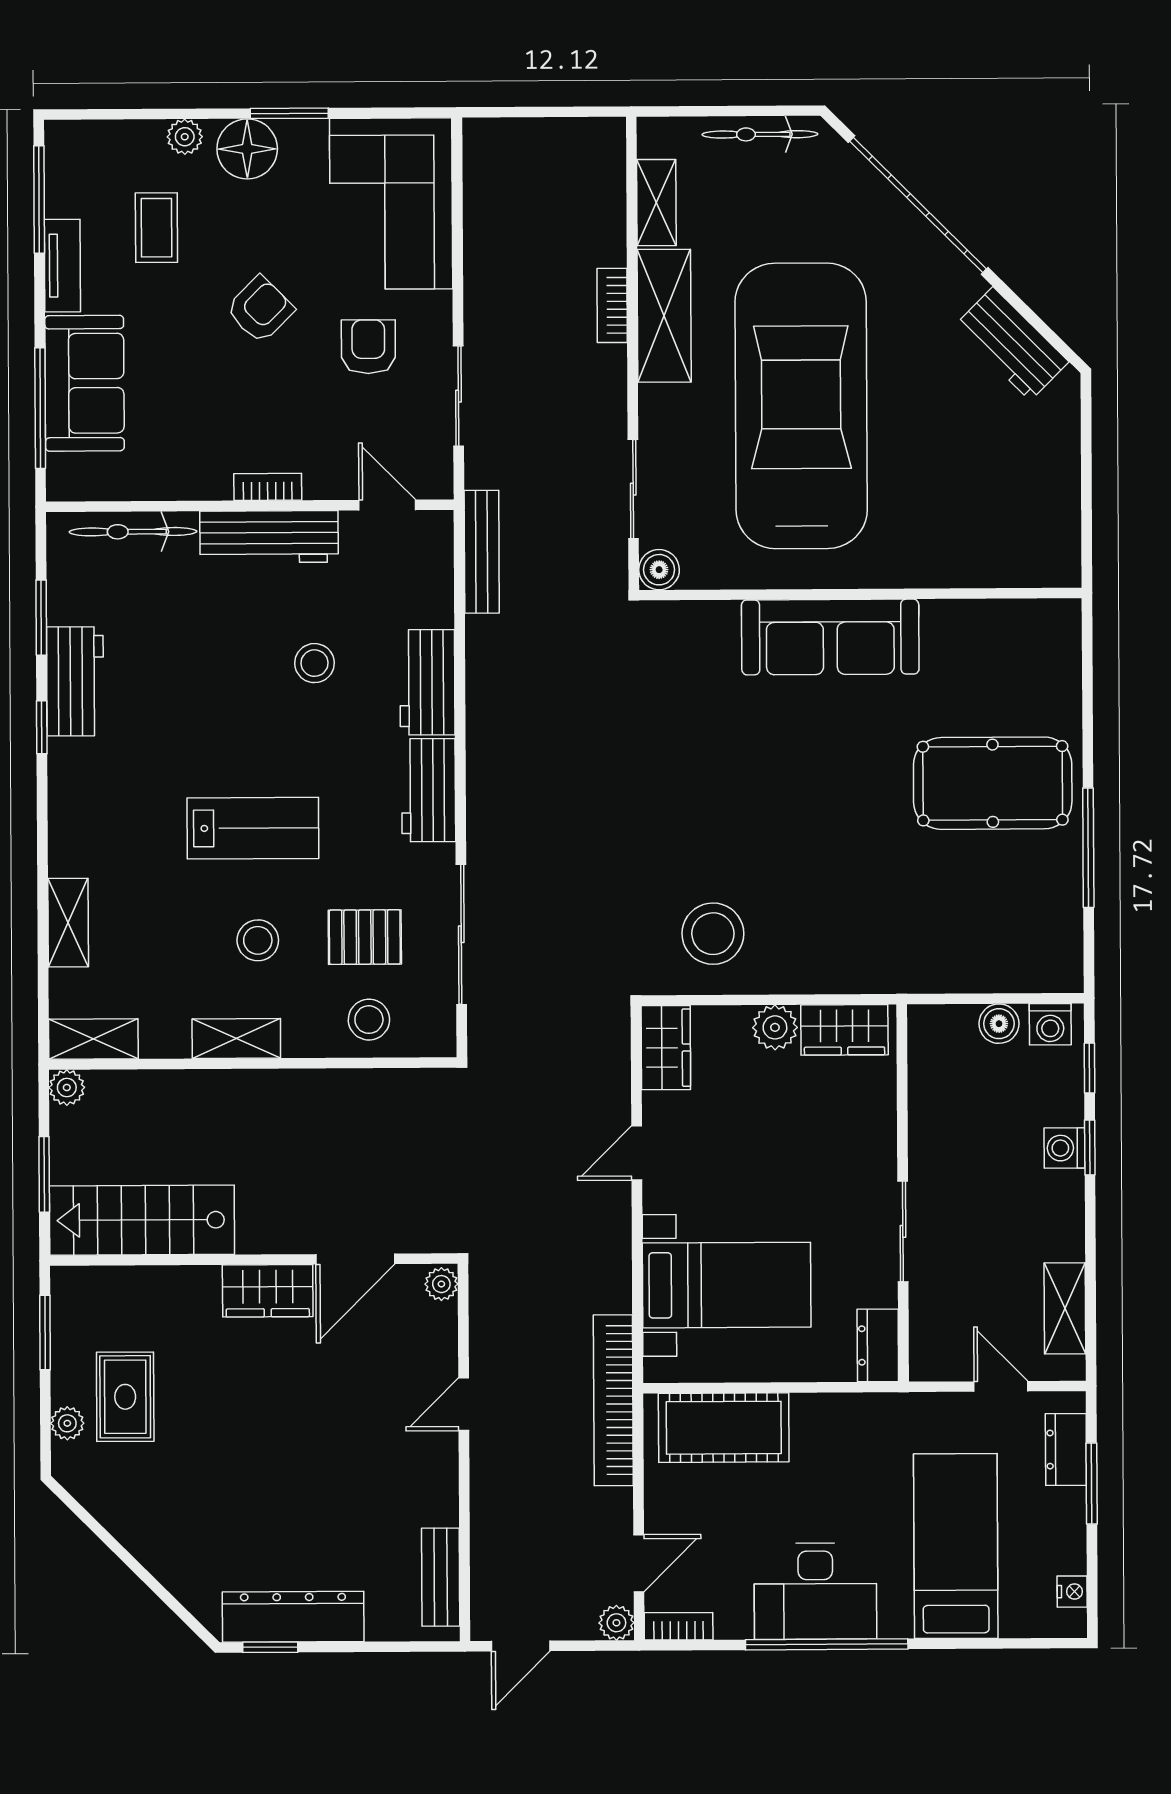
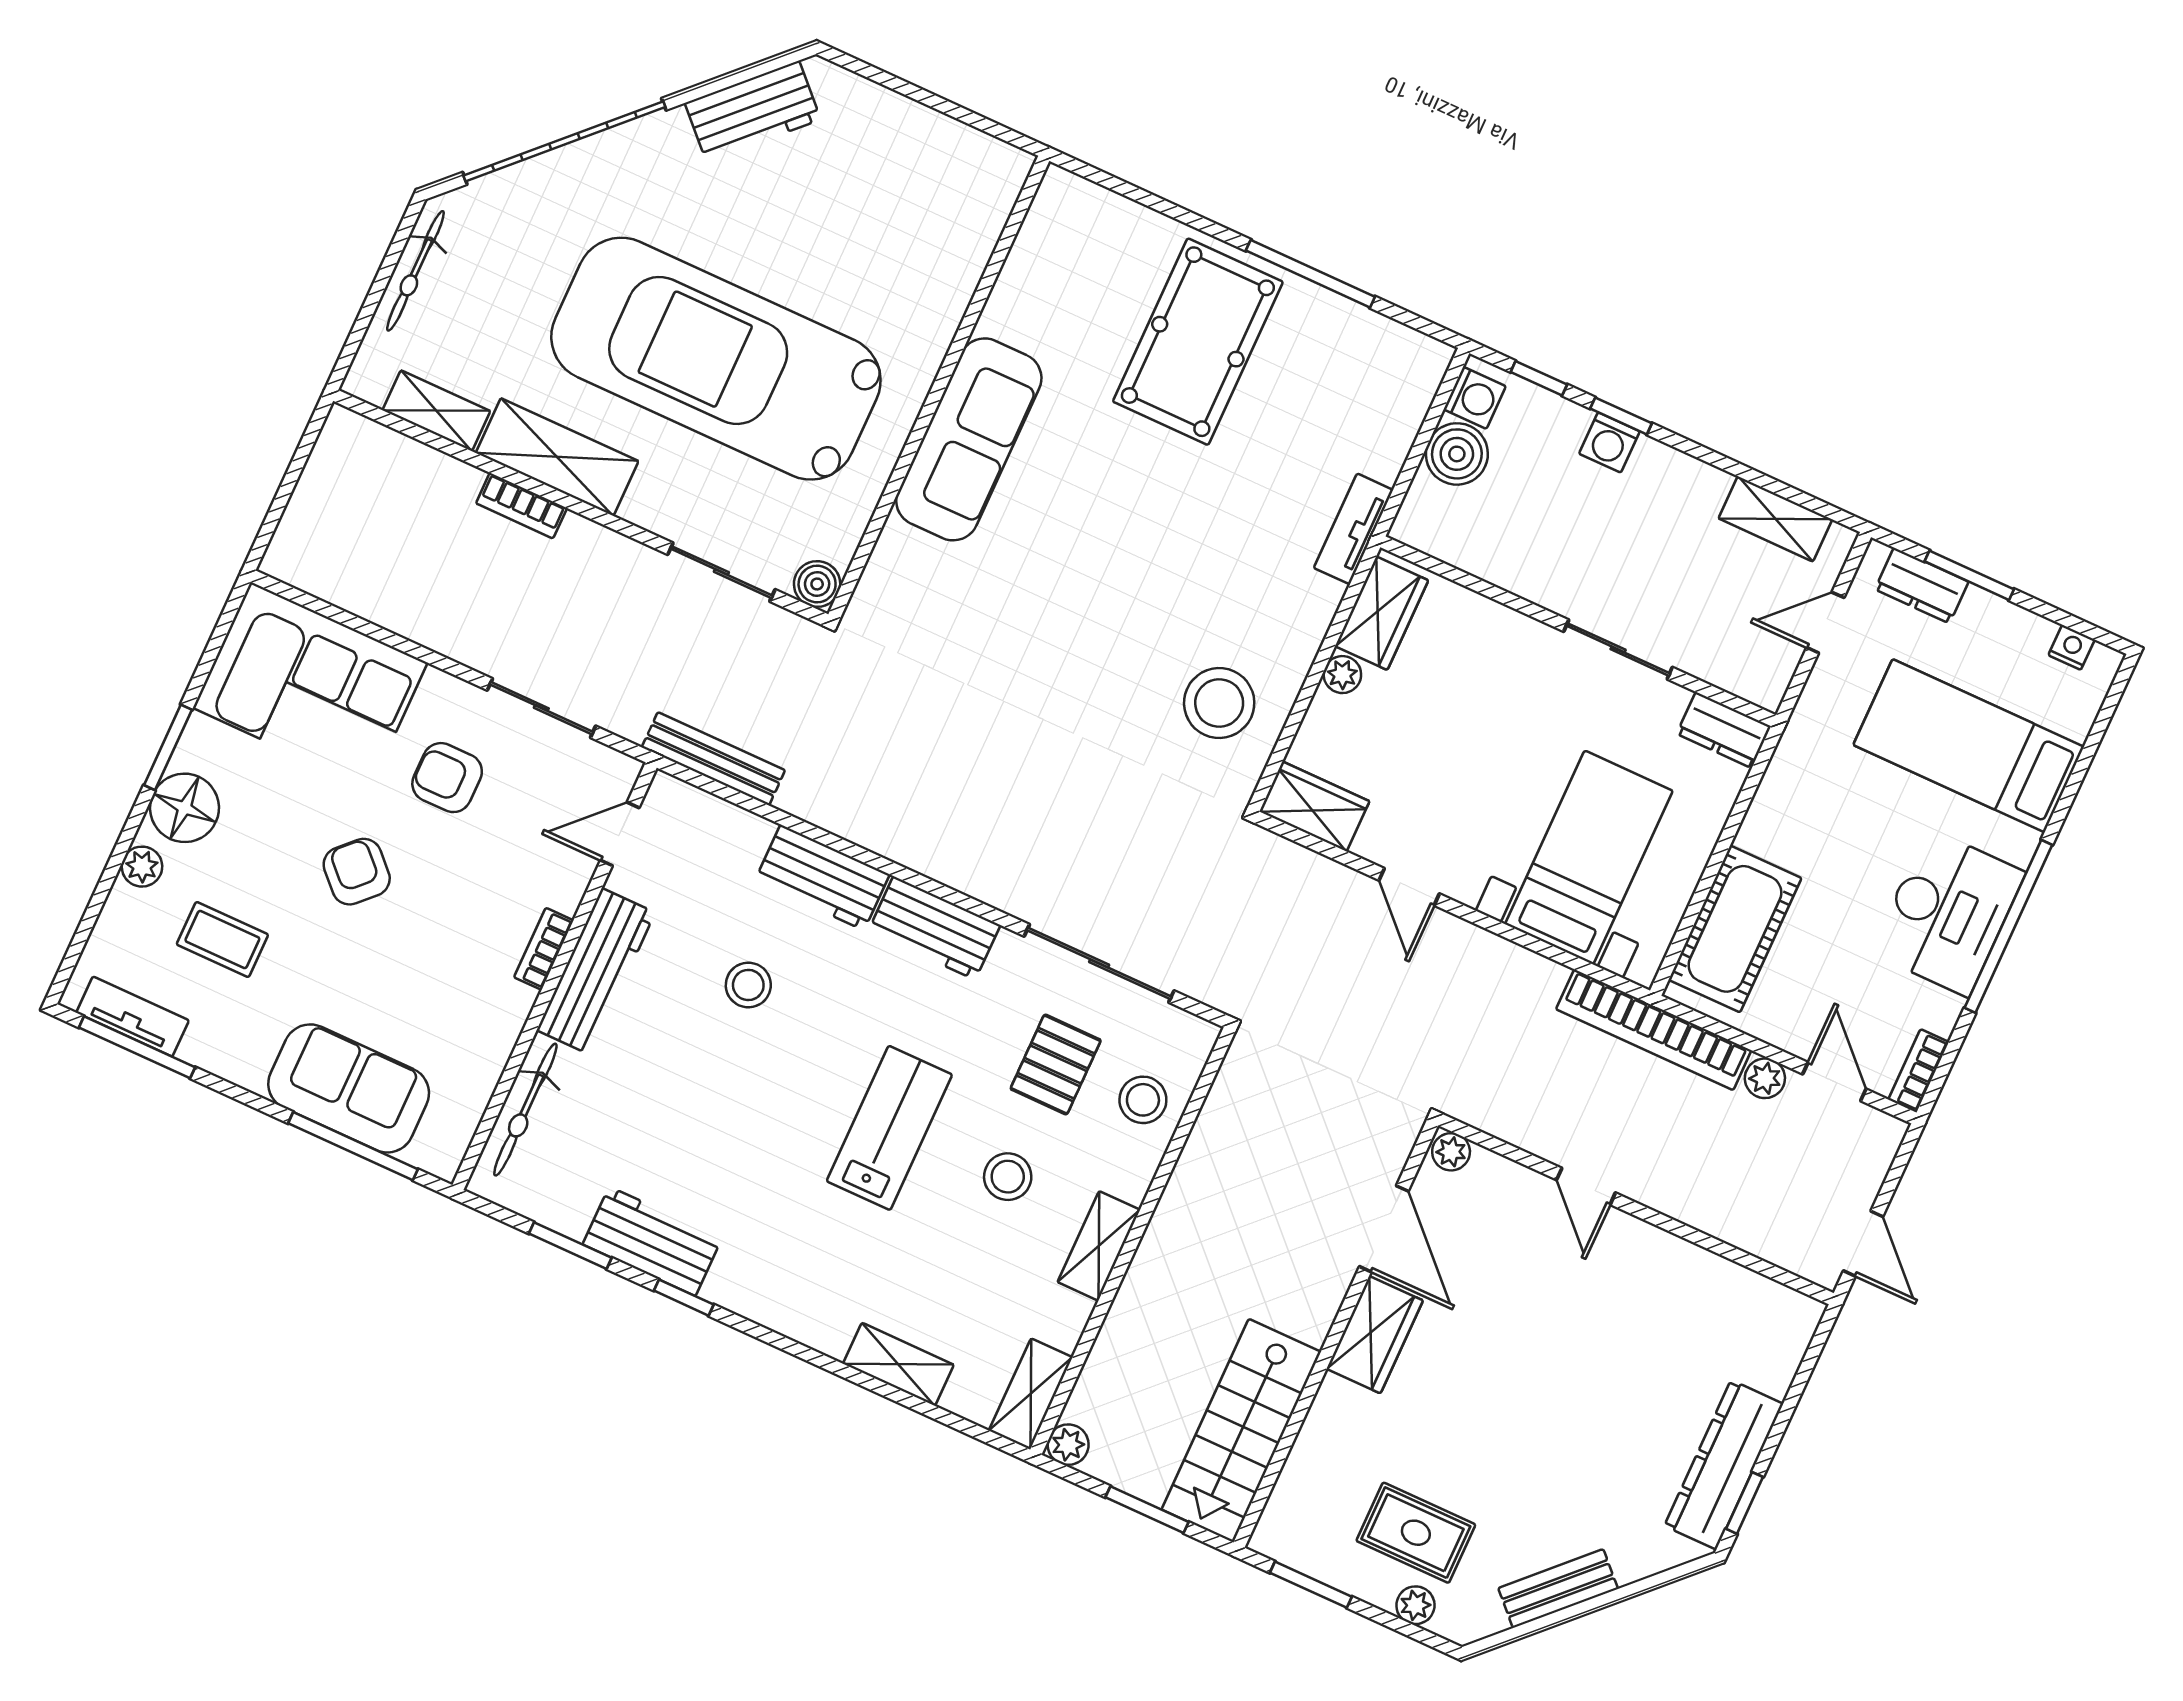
tv unit: (62, 266) -> (133, 1016), moved
tv unit: (901, 976) -> (1354, 529), added
boiler: (999, 1024) -> (1457, 454), width x1.36, depth x1.36
plant: (775, 1027) -> (1342, 675), width x0.73, depth x0.73
bench: (441, 1577) -> (1558, 1589), moved, turned -45
plant: (616, 1623) -> (1765, 1078), moved

